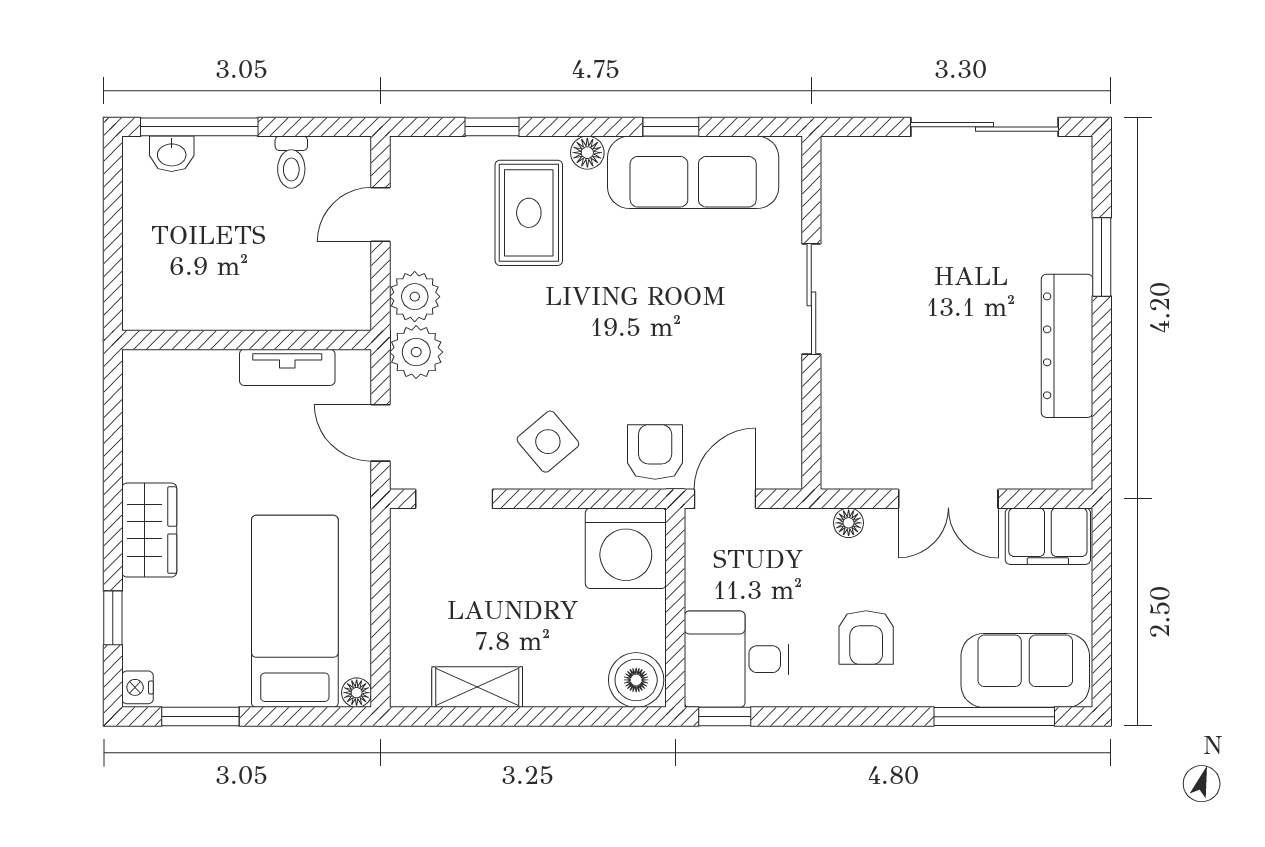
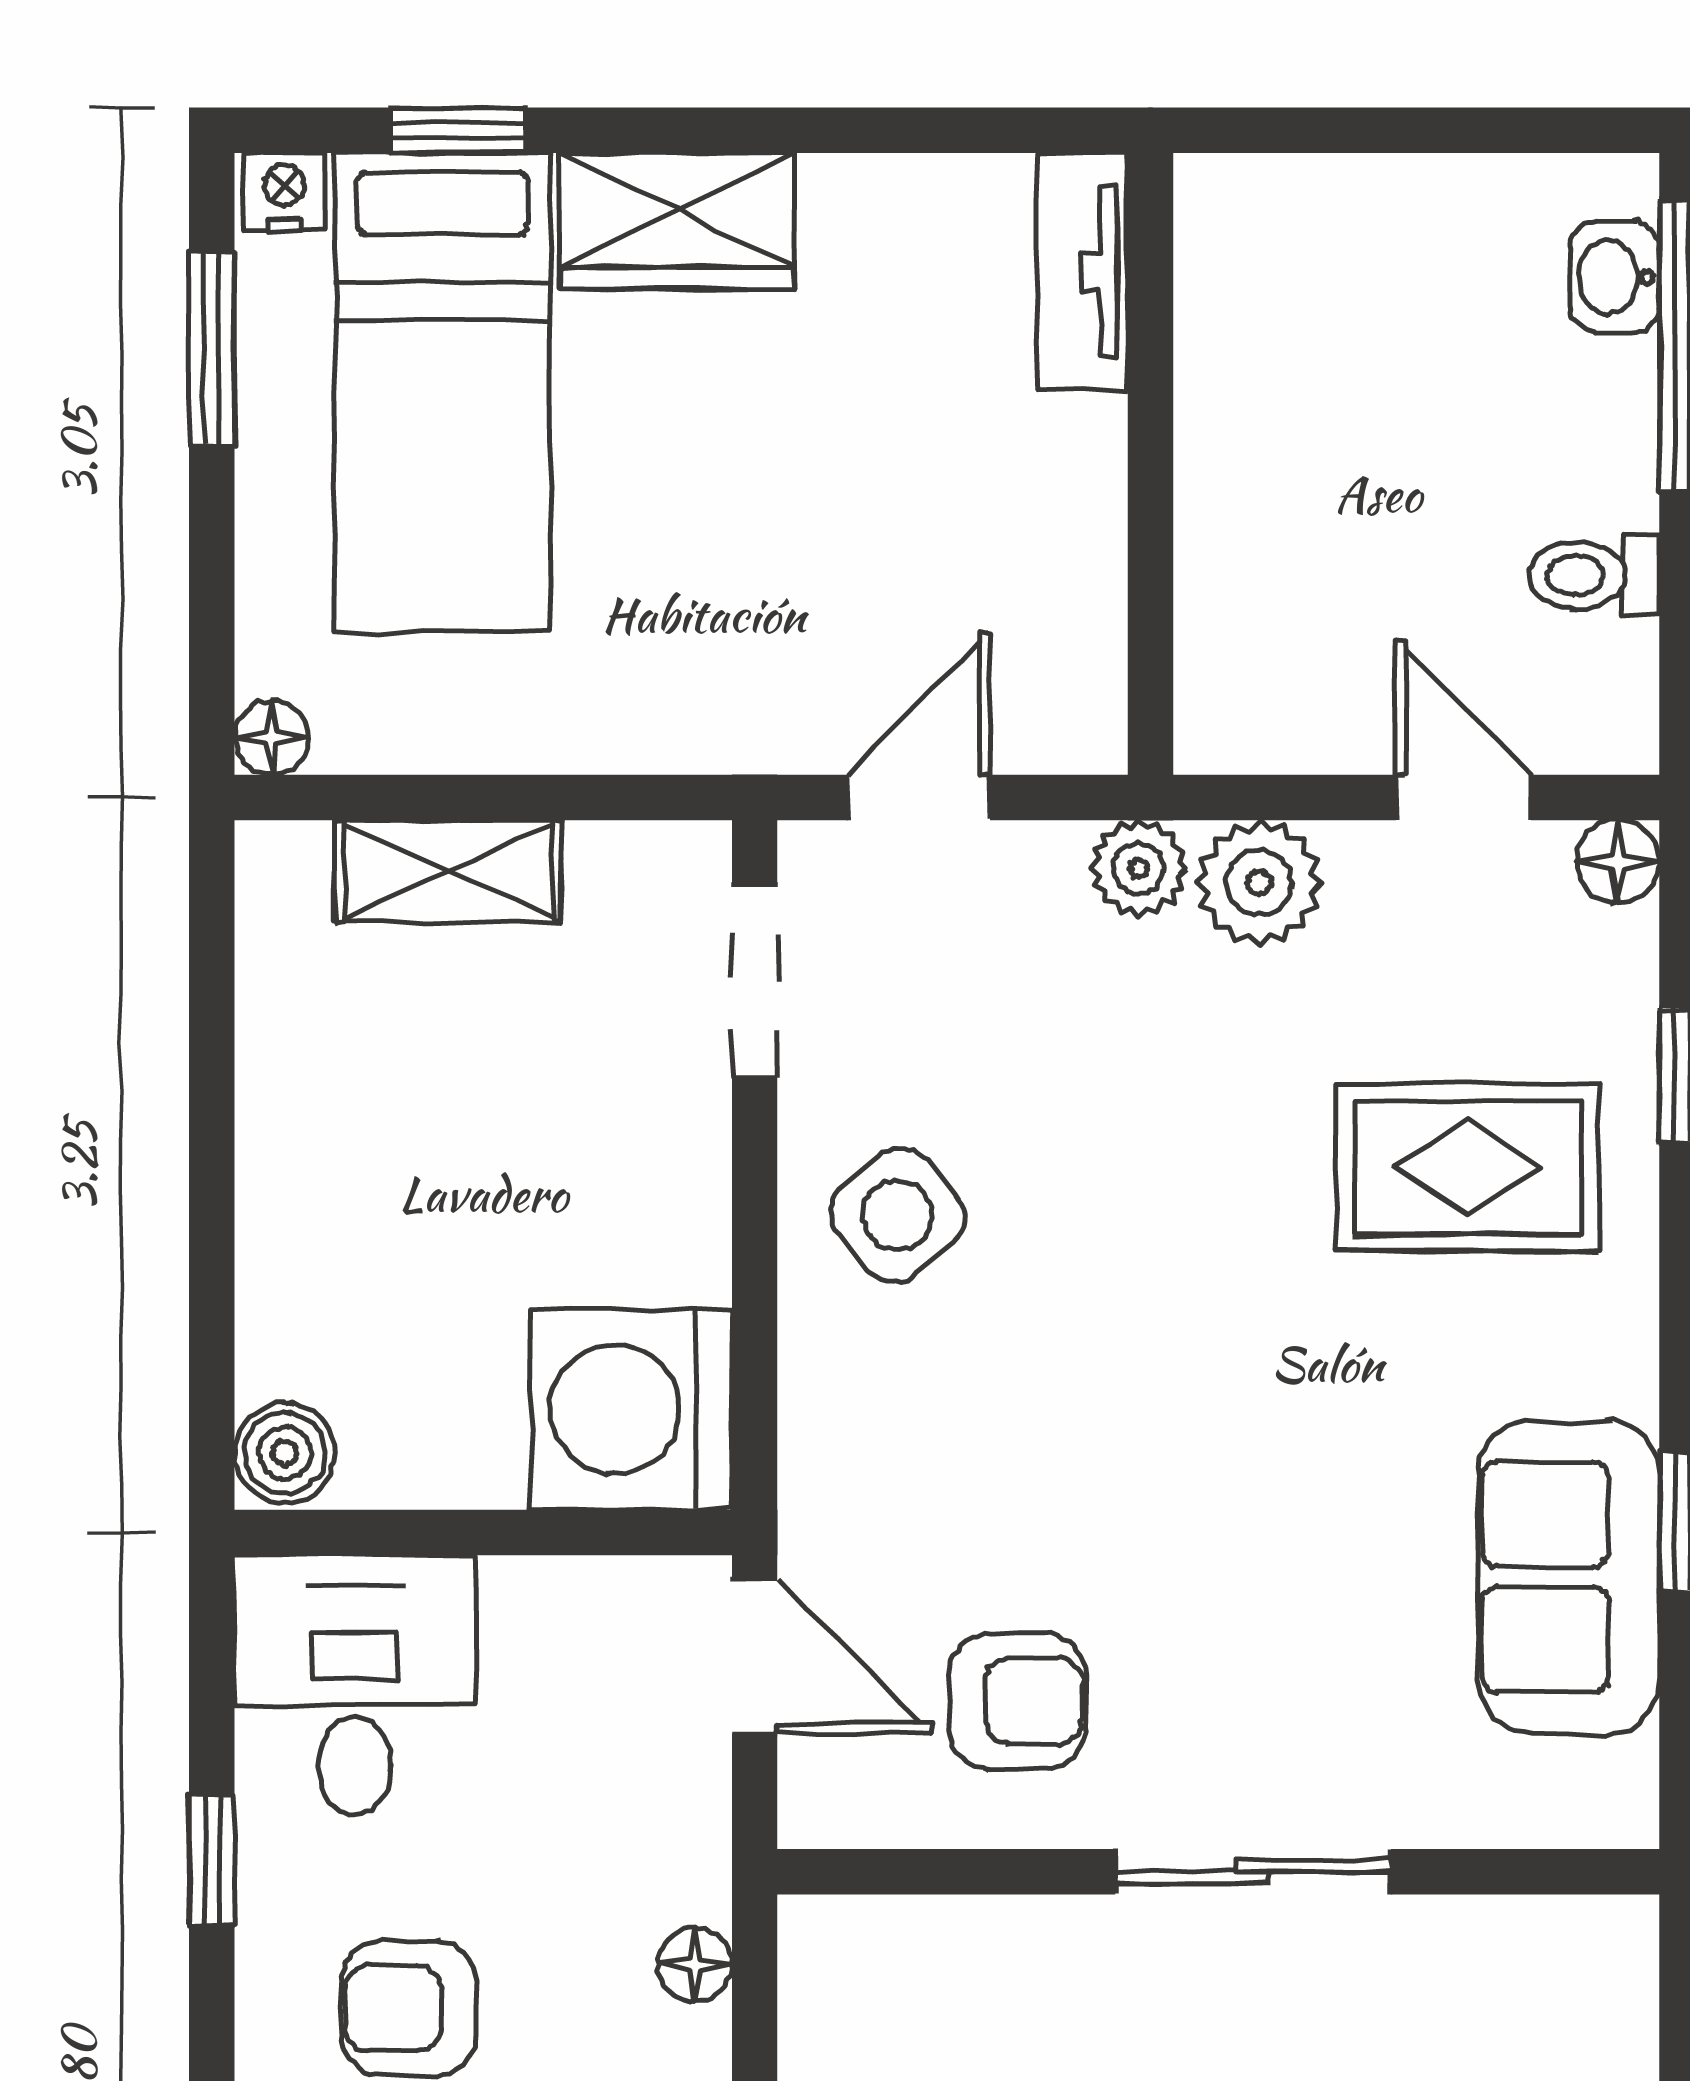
floor lamp: (587, 153) -> (1618, 862), moved
sofa: (693, 172) -> (1569, 1577), width x0.73
plant: (416, 352) -> (1139, 868), width x0.73, depth x0.73
tv unit: (287, 367) -> (1082, 272), moved
armchair: (655, 452) -> (1017, 1701), moved
bed: (295, 611) -> (442, 393), moved, turned 90
boiler: (636, 680) -> (285, 1453), width x0.73, depth x0.73
shelving: (477, 687) -> (448, 871), moved, turned 90
window: (725, 717) -> (212, 1859), moved

